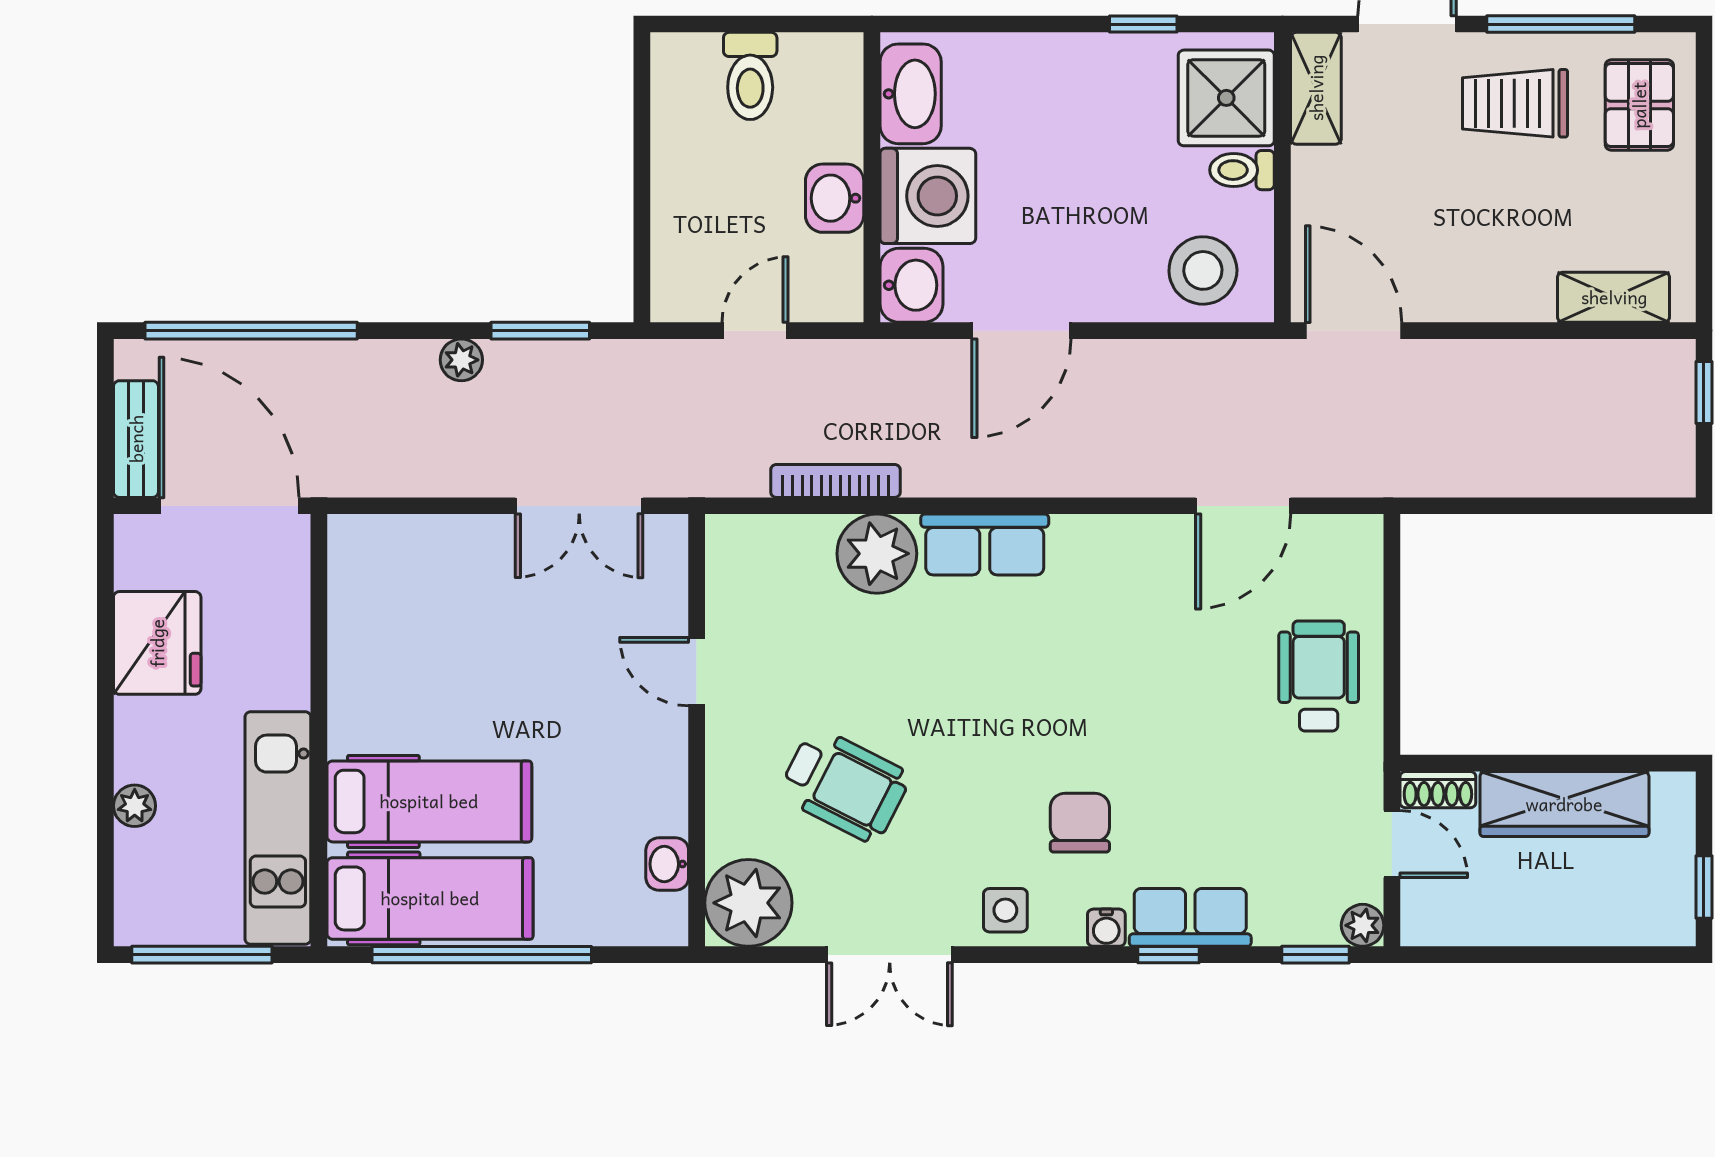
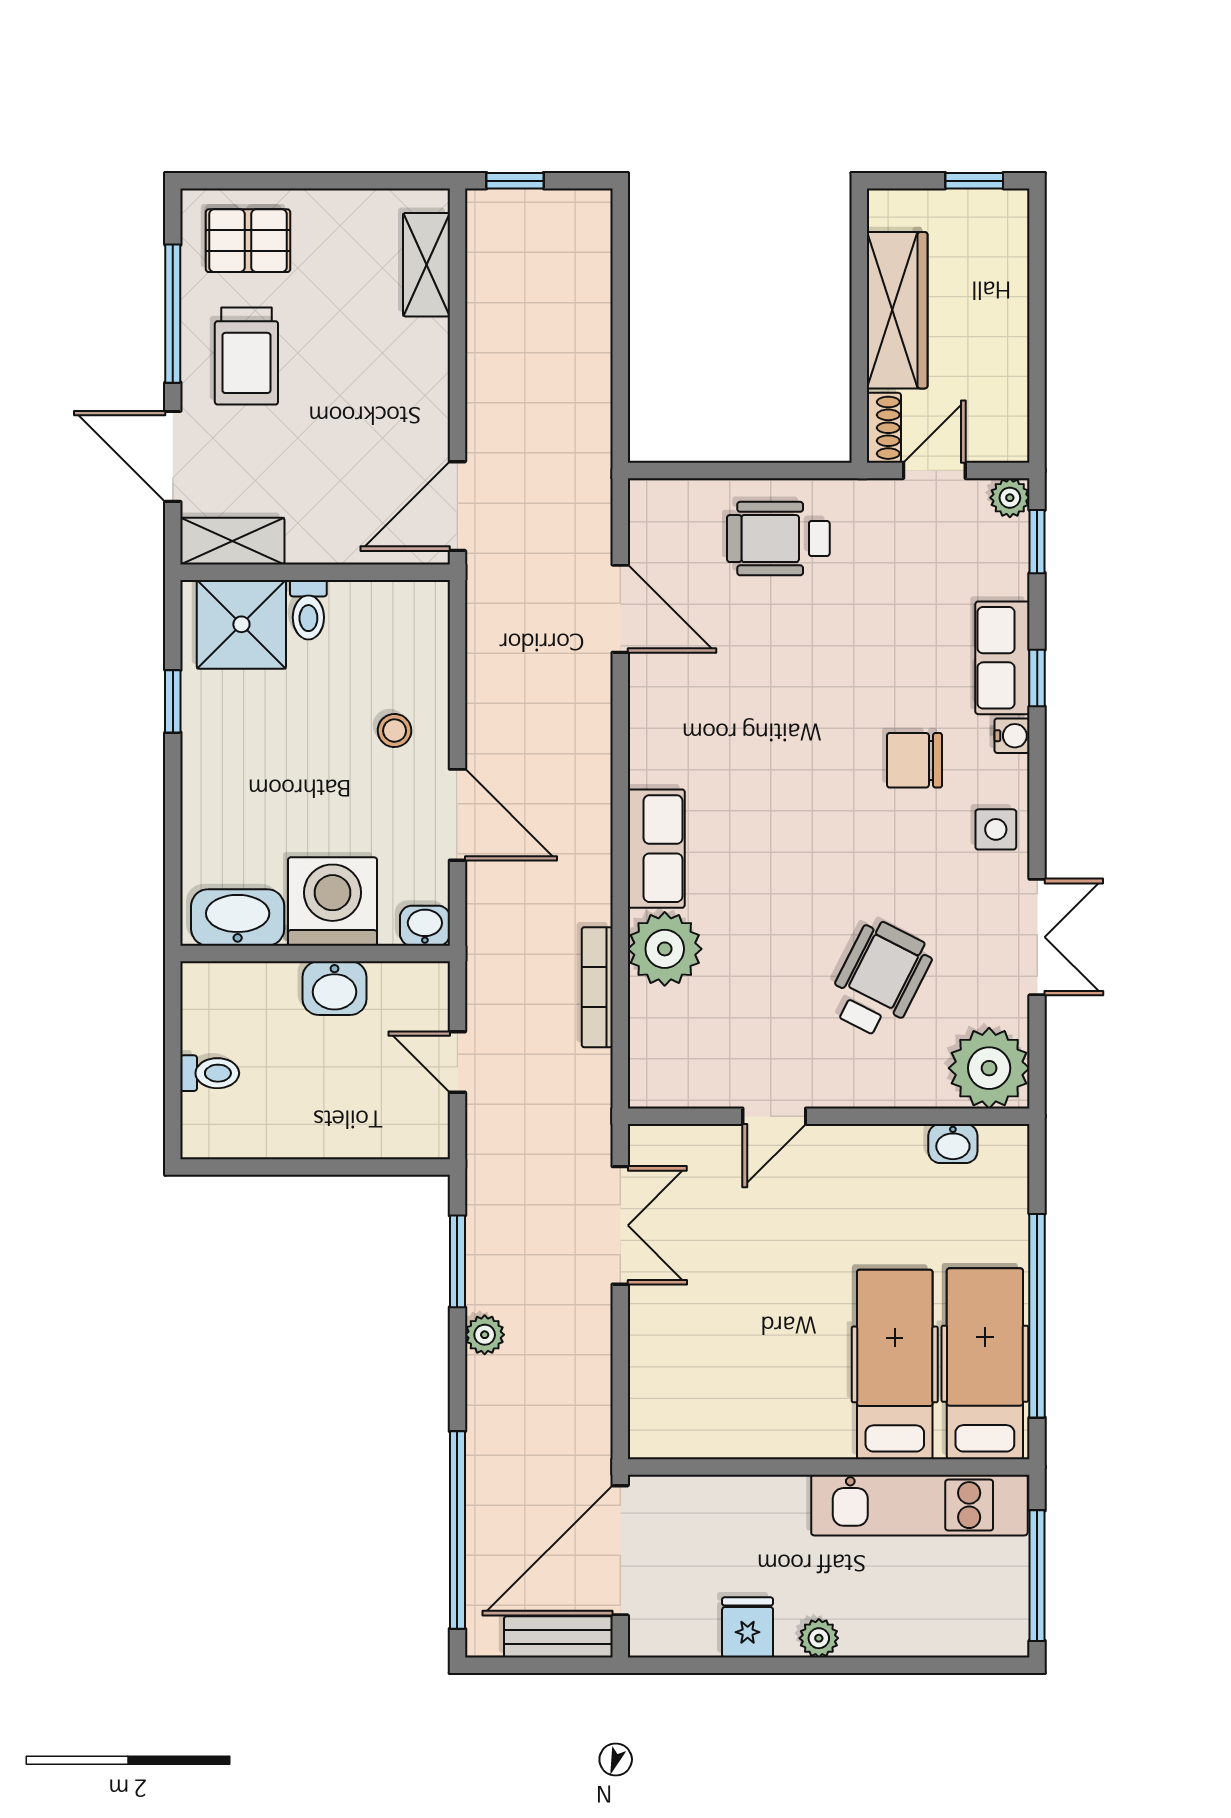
toilet: (750, 76) -> (210, 1073), width x0.73, depth x0.72
stool: (1203, 270) -> (395, 731), moved, width x0.53, depth x0.53
washbasin: (911, 285) -> (425, 926), width x0.72, depth x0.69
fridge: (157, 643) -> (748, 1627), width x0.53, depth x0.75
plant: (135, 806) -> (819, 1638), moved

